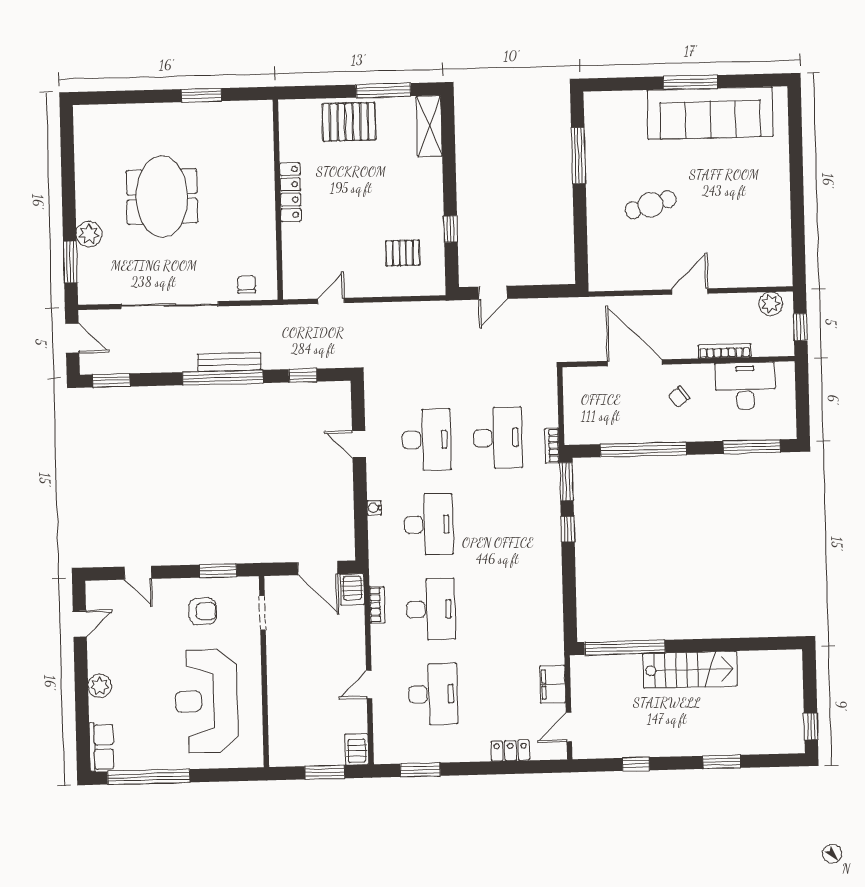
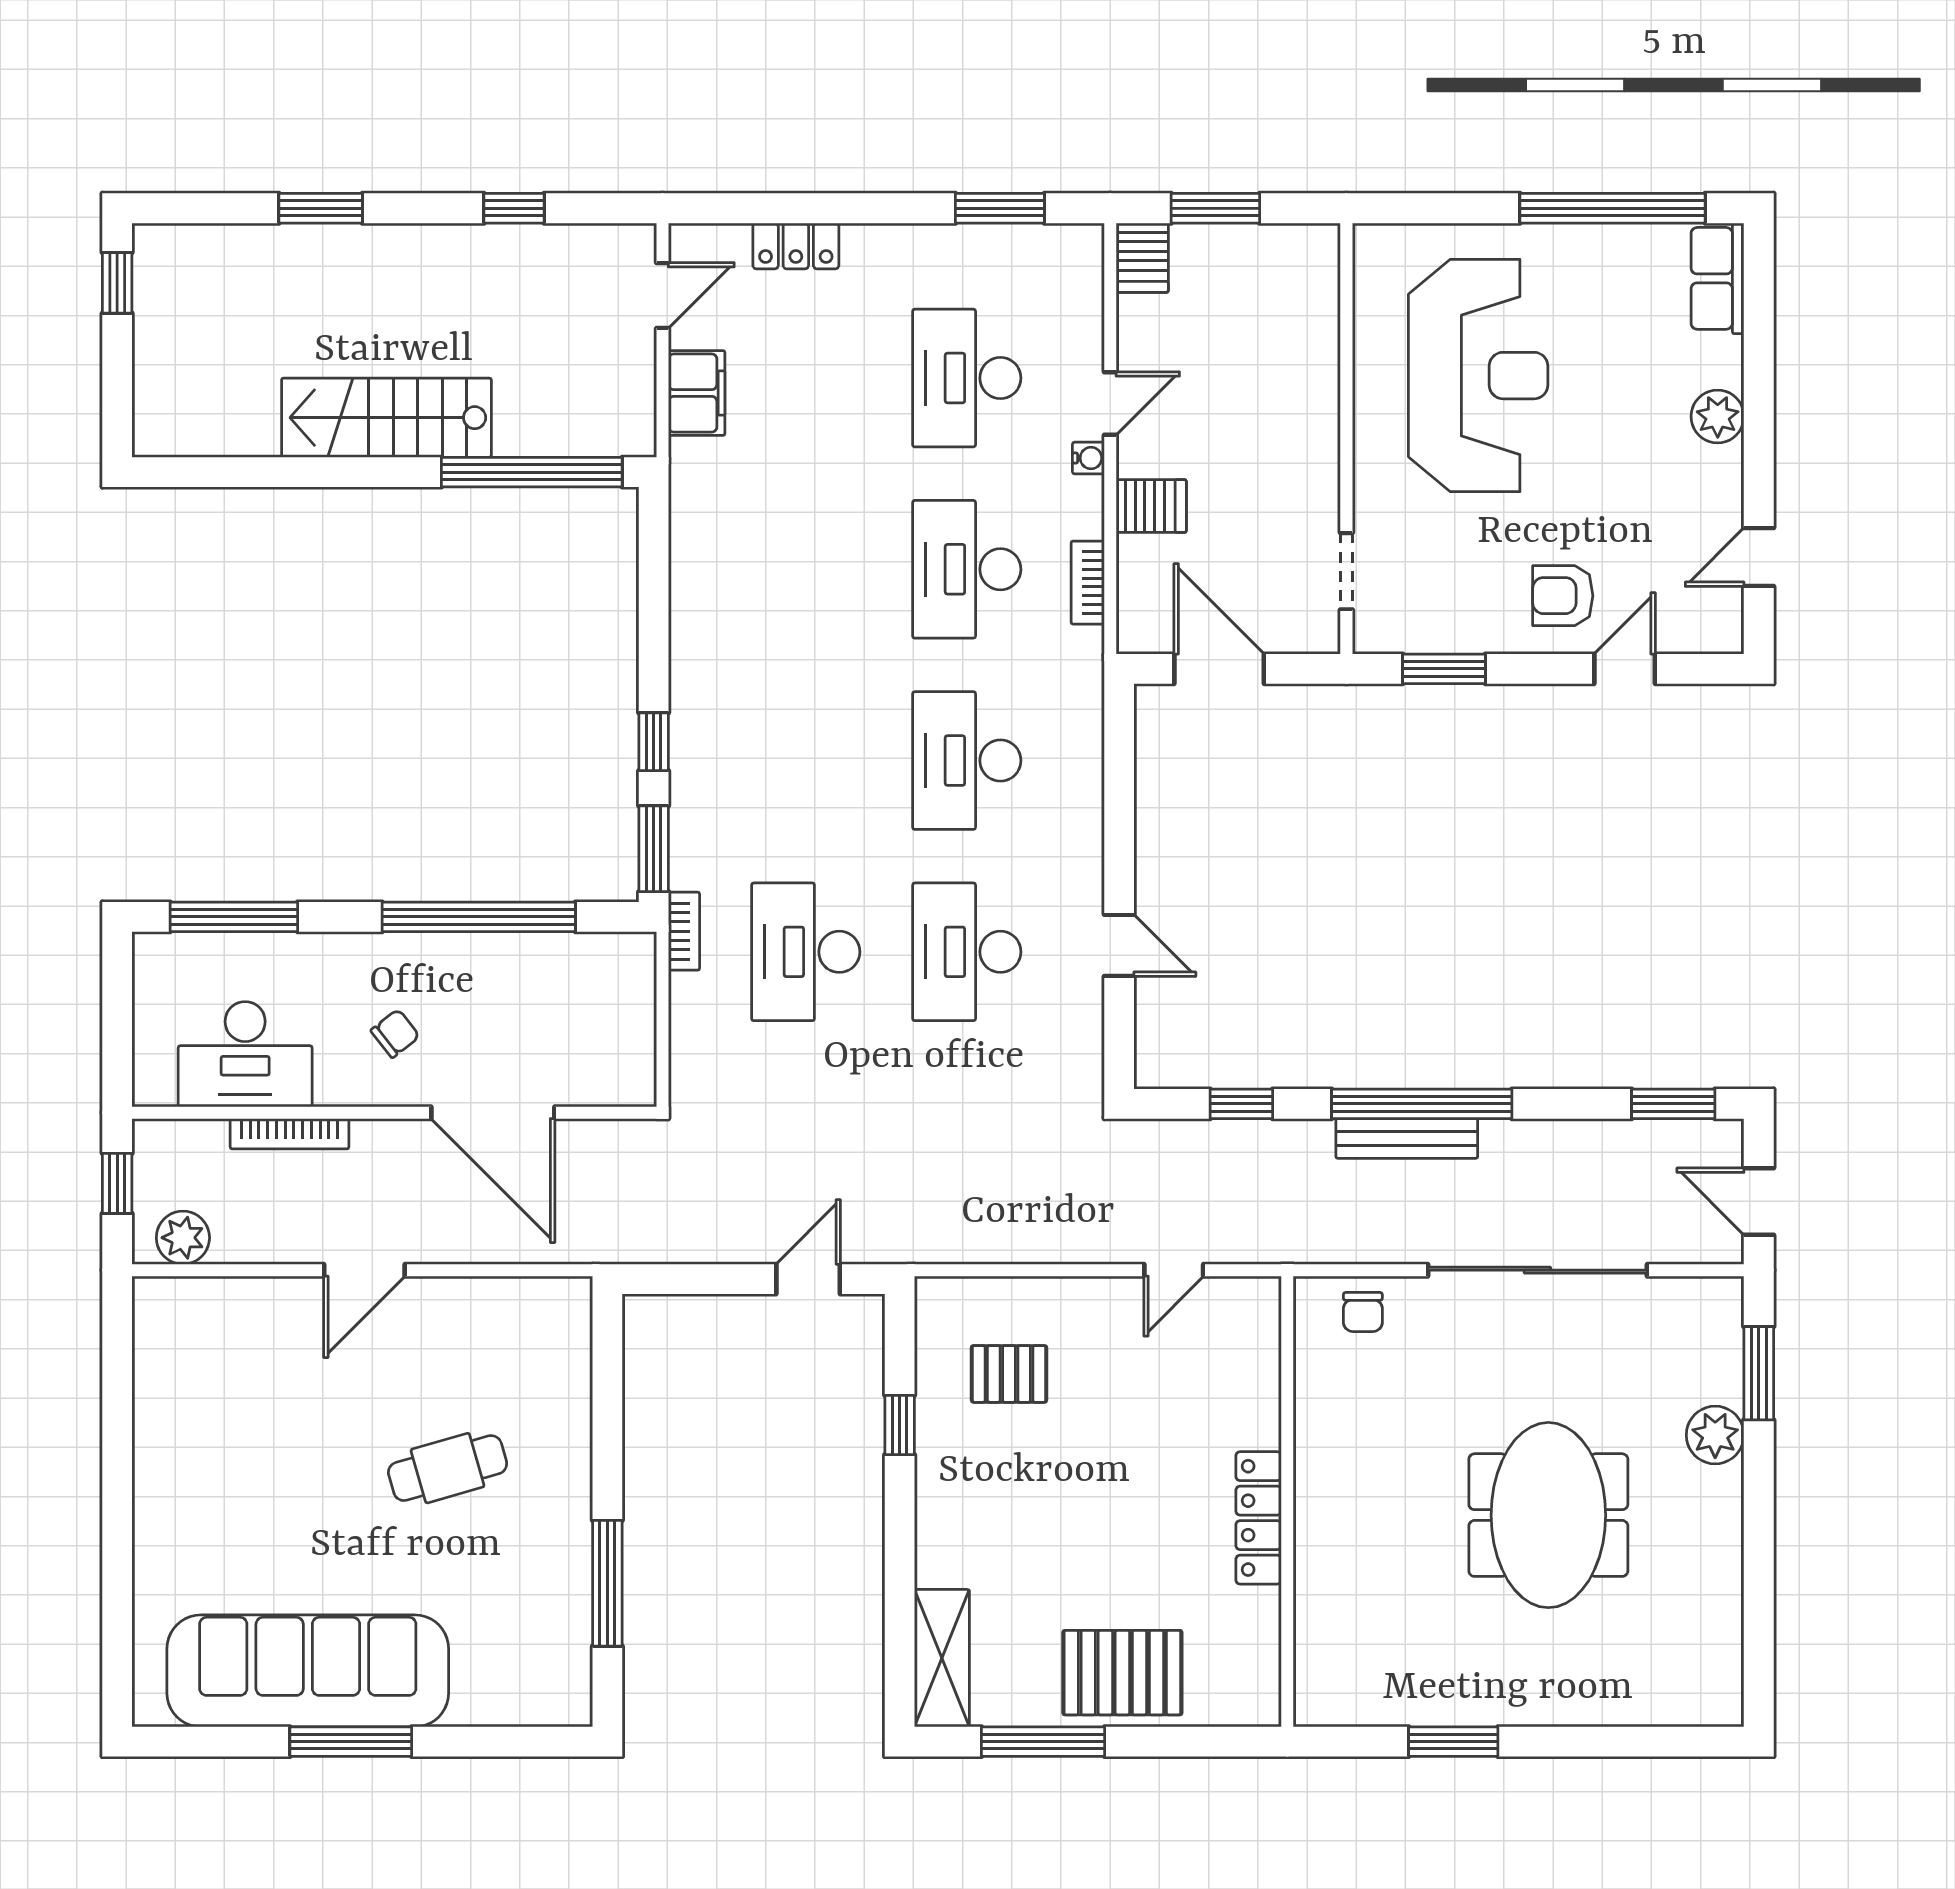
water cooler: (374, 508) -> (1088, 458), moved
door: (138, 573) -> (1625, 669), hinge flipped
server rack: (352, 589) -> (1151, 506), moved, turned 90
armchair: (203, 611) -> (1563, 596), moved

